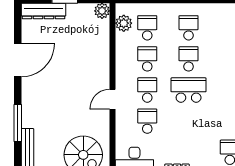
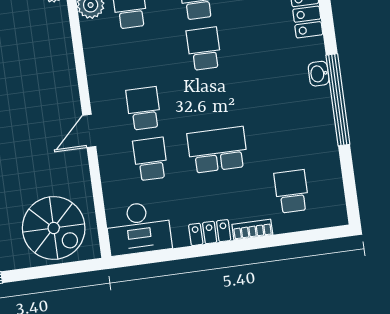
school desk: (147, 59) -> (137, 58), removed
school desk: (189, 90) -> (218, 150), moved

